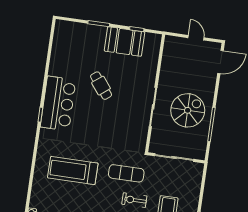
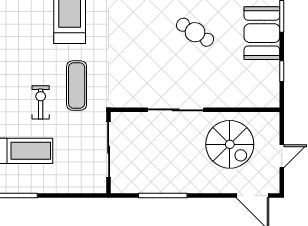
booth: (125, 41) -> (262, 33), moved
cafe table: (101, 86) -> (195, 32), turned 70
spiral stairs: (188, 110) -> (230, 144), moved

